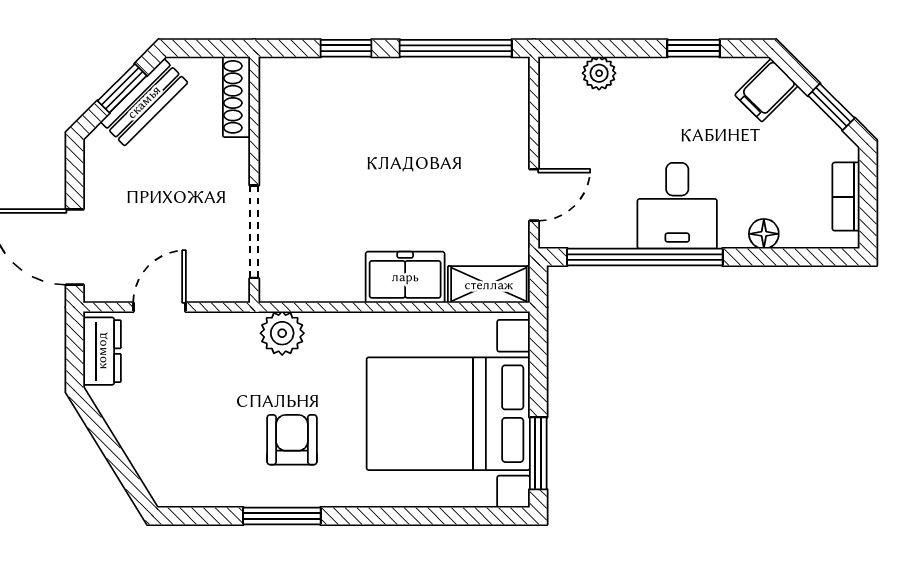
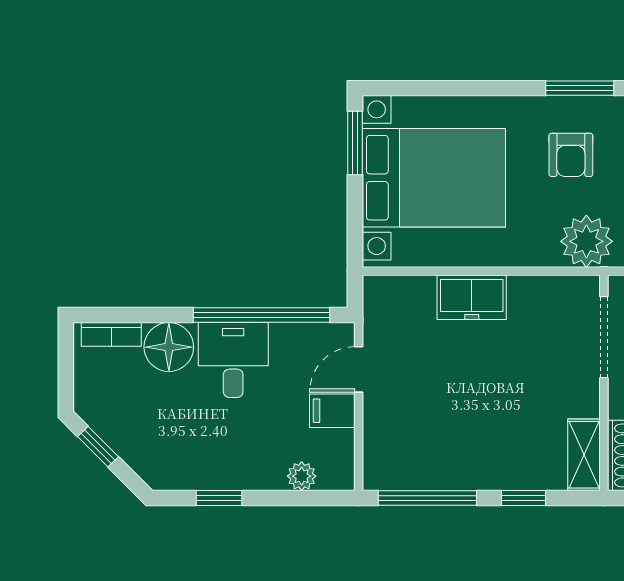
filing cabinet: (766, 90) -> (332, 411), moved, turned -135
bookcase: (846, 197) -> (111, 334), moved, turned 90
floor lamp: (764, 234) -> (169, 347), width x1.89, depth x1.89
shelving: (489, 285) -> (584, 455), moved, turned 90
plant: (282, 333) -> (586, 241), width x1.36, depth x1.36

